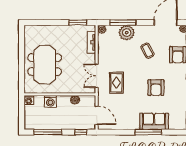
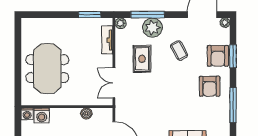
rug: (116, 83) -> (142, 59), moved
armchair: (156, 88) -> (210, 86), moved
washing machine: (50, 101) -> (42, 115), moved

